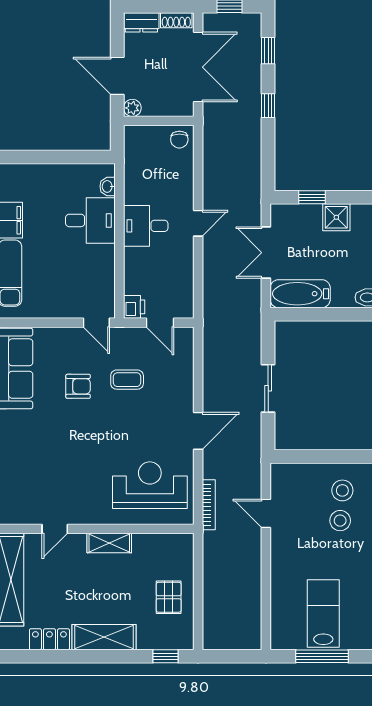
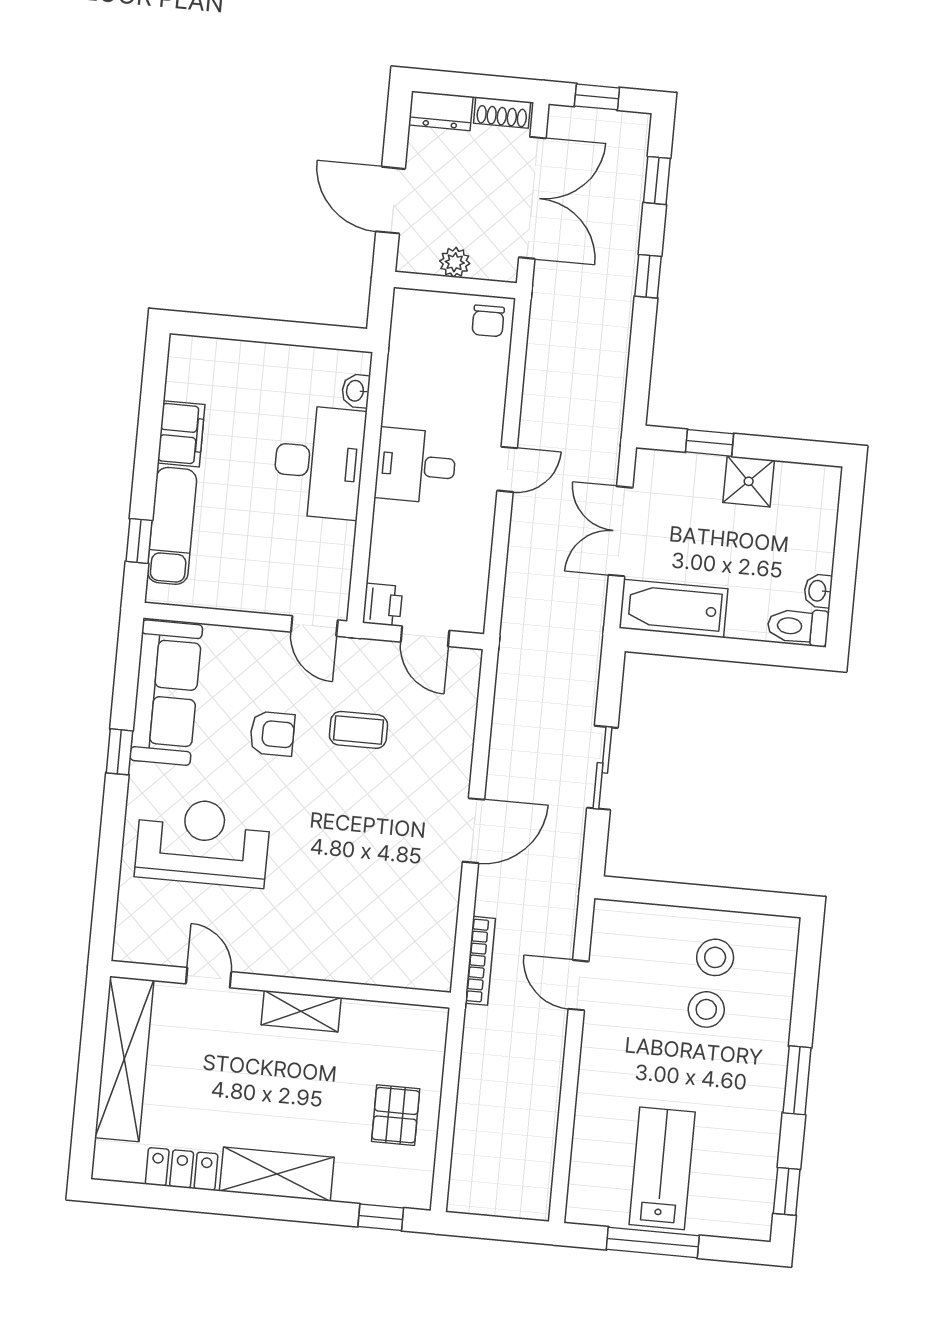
plant: (132, 108) -> (455, 262), moved
desk: (90, 220) -> (319, 462), width x1.37
reception desk: (150, 485) -> (203, 842), moved
door: (55, 529) -> (209, 978), swing flipped

